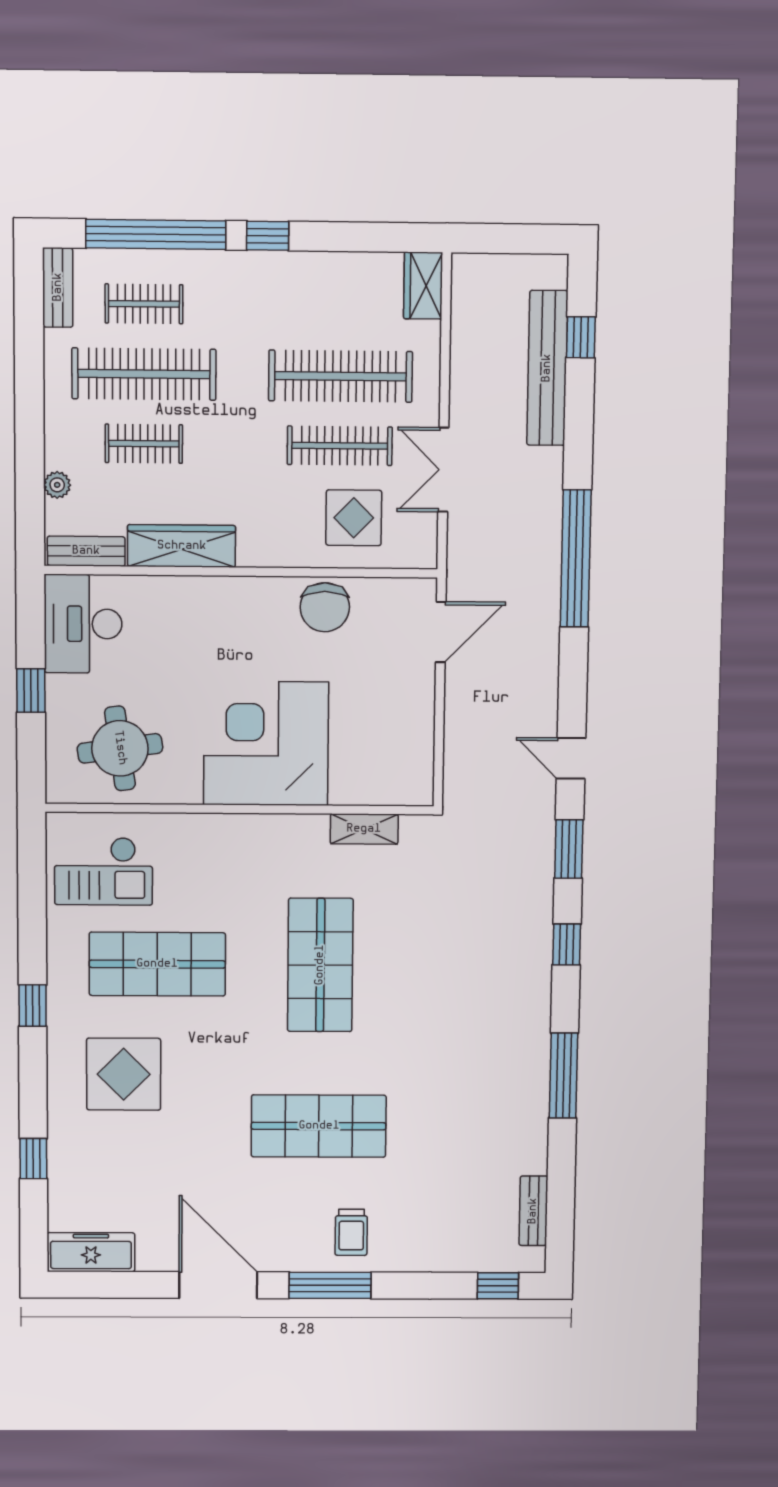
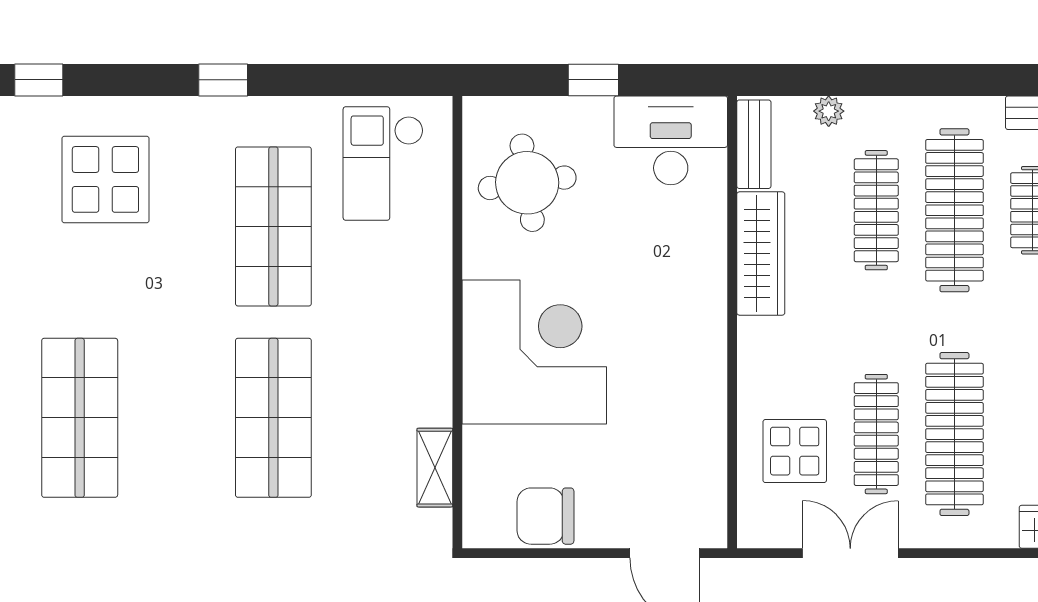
clothes rail: (144, 444) -> (876, 210), width x1.36
chair: (325, 607) -> (545, 516), moved
shop shelf: (320, 965) -> (273, 418), turned 90
display table: (124, 1074) -> (105, 179), moved

